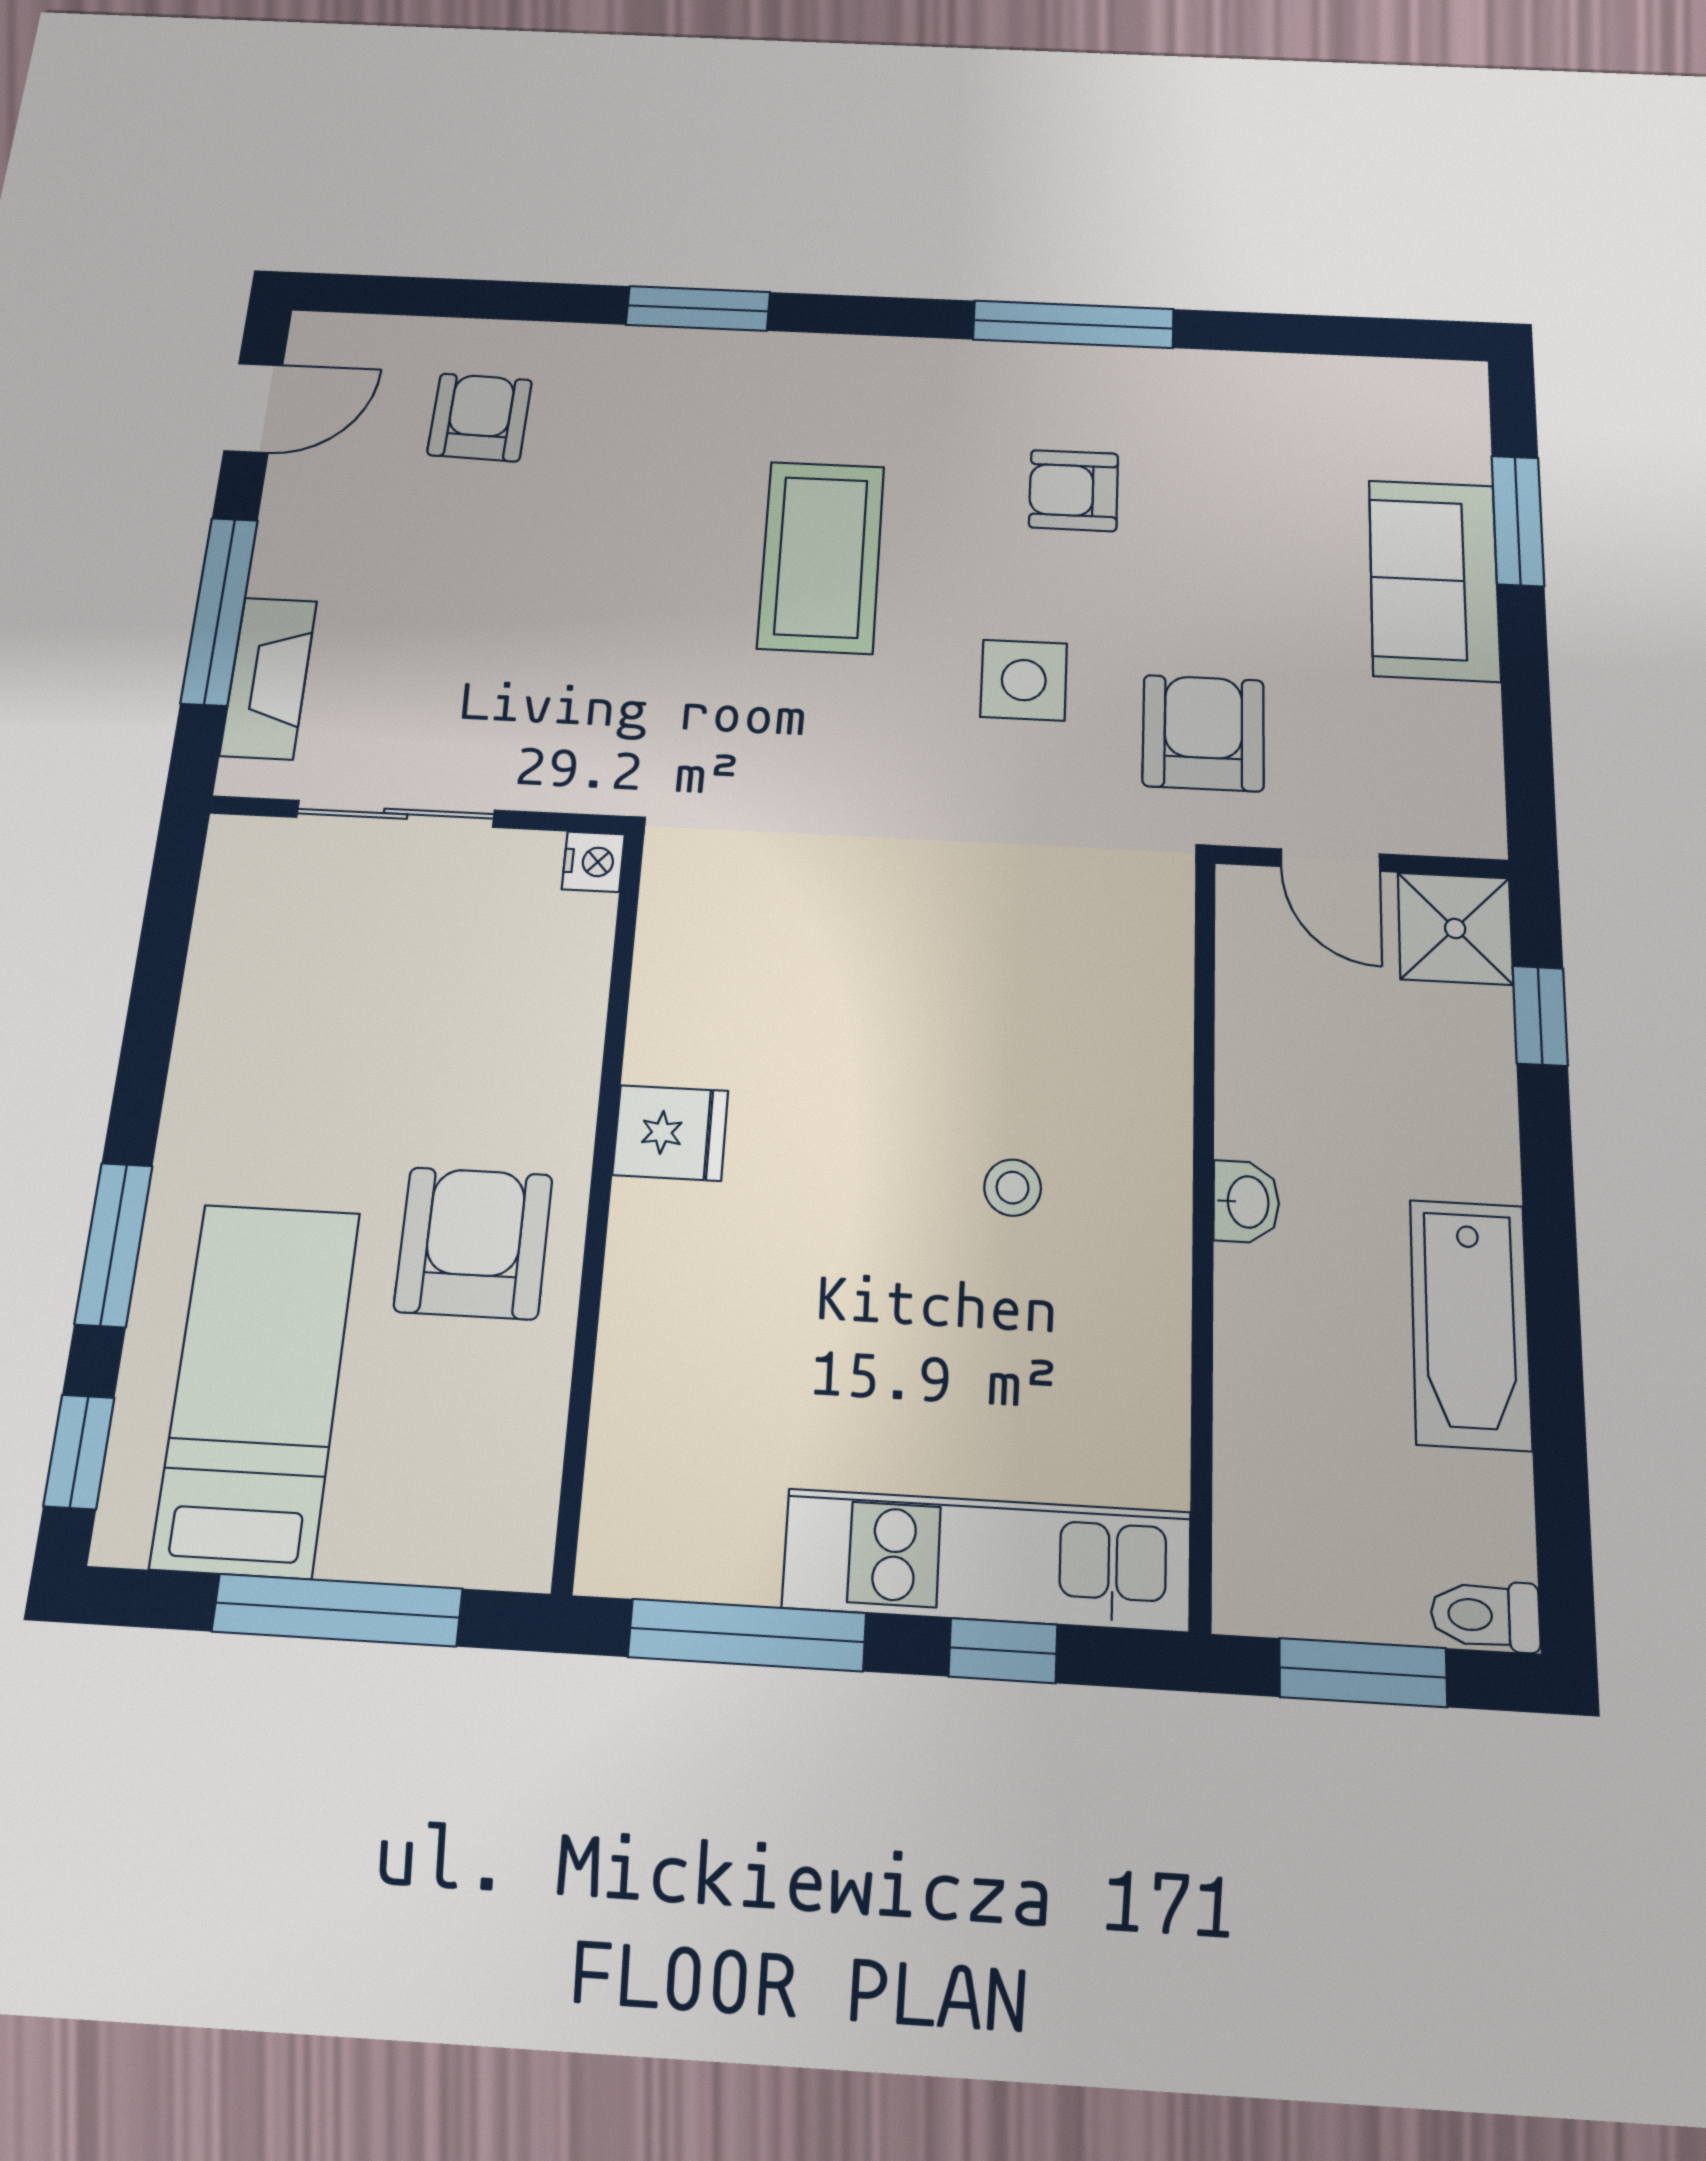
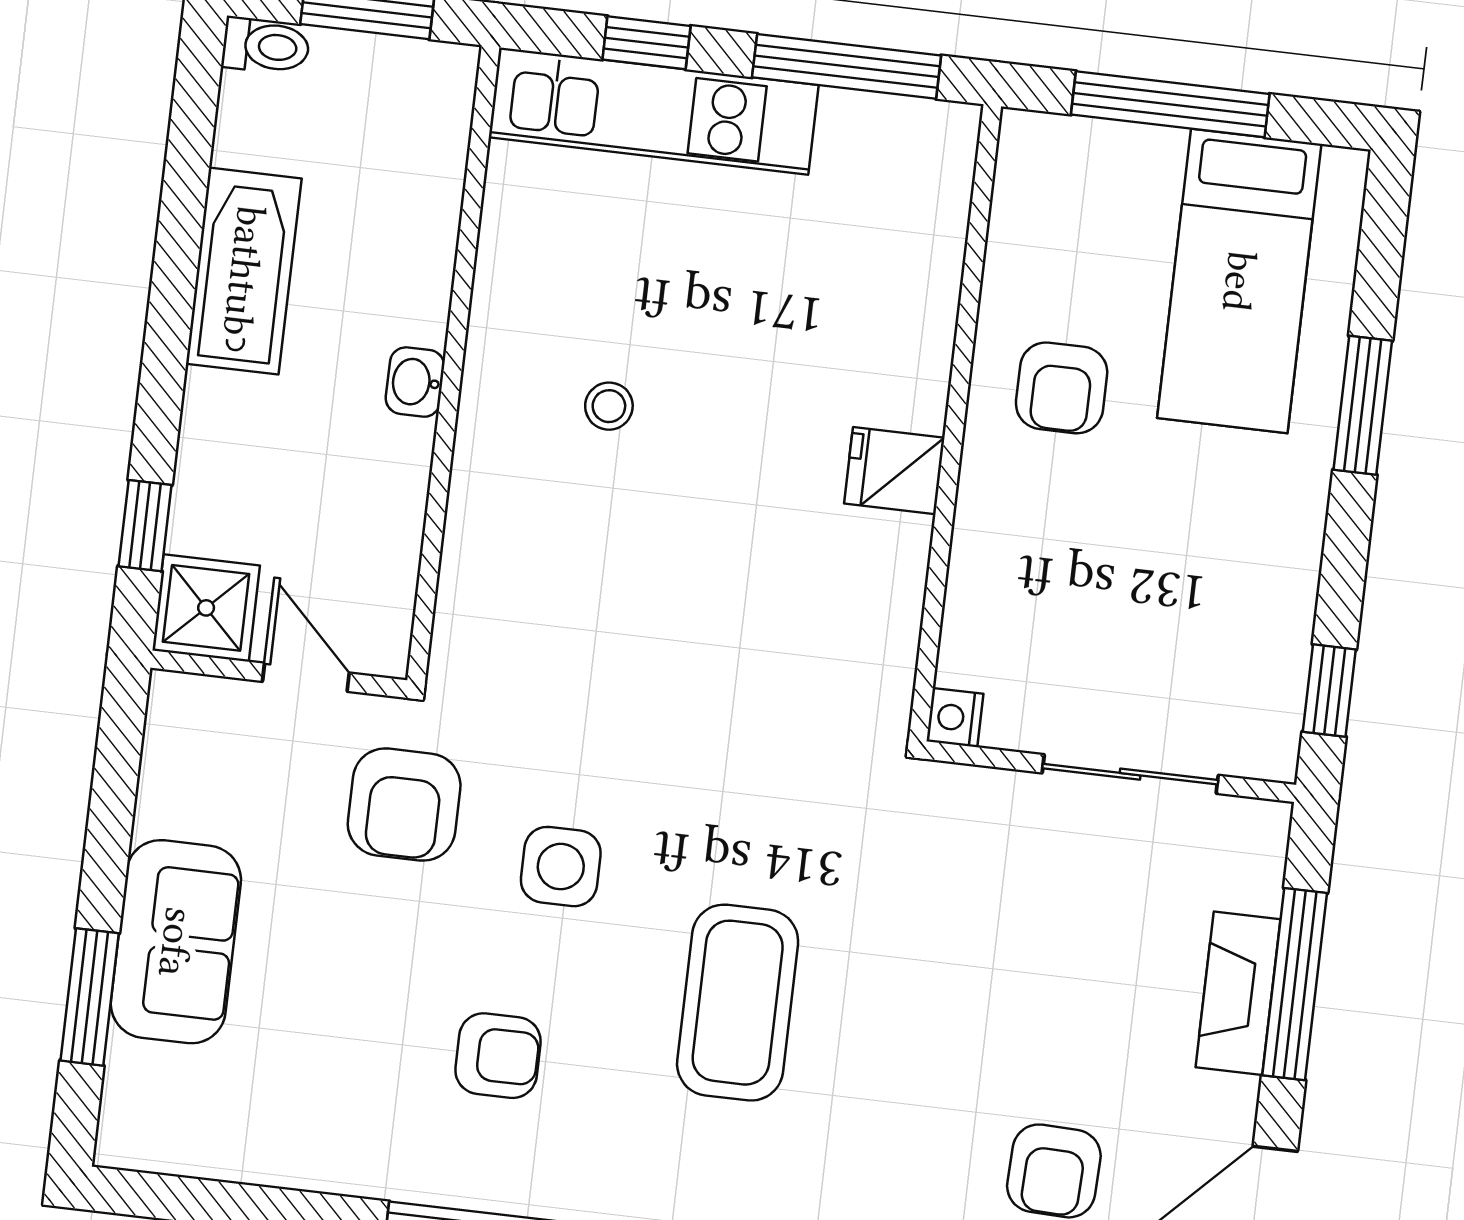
fireplace: (269, 678) -> (1238, 993), moved
armchair: (473, 1243) -> (1062, 388), width x0.72, depth x0.72
window: (79, 1452) -> (1329, 691), moved

